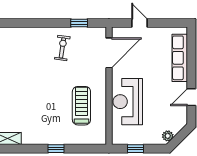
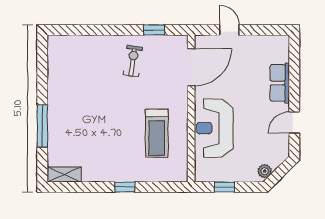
row of seats: (180, 58) -> (280, 83), width x0.68
treadmill: (81, 106) -> (157, 133), turned 180

